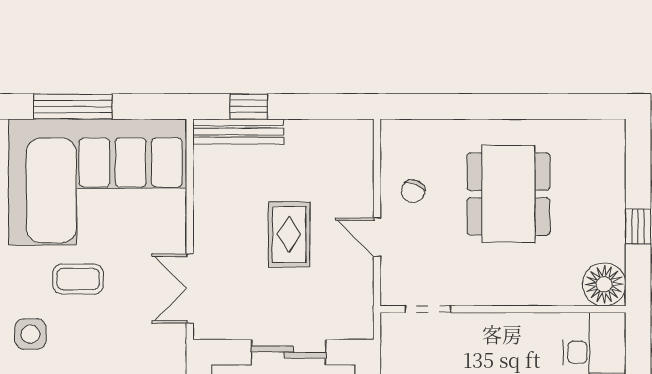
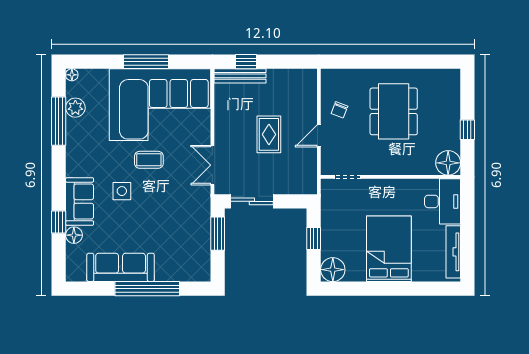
door: (377, 237) -> (319, 136), hinge flipped
sliding door: (289, 352) -> (252, 201), moved

